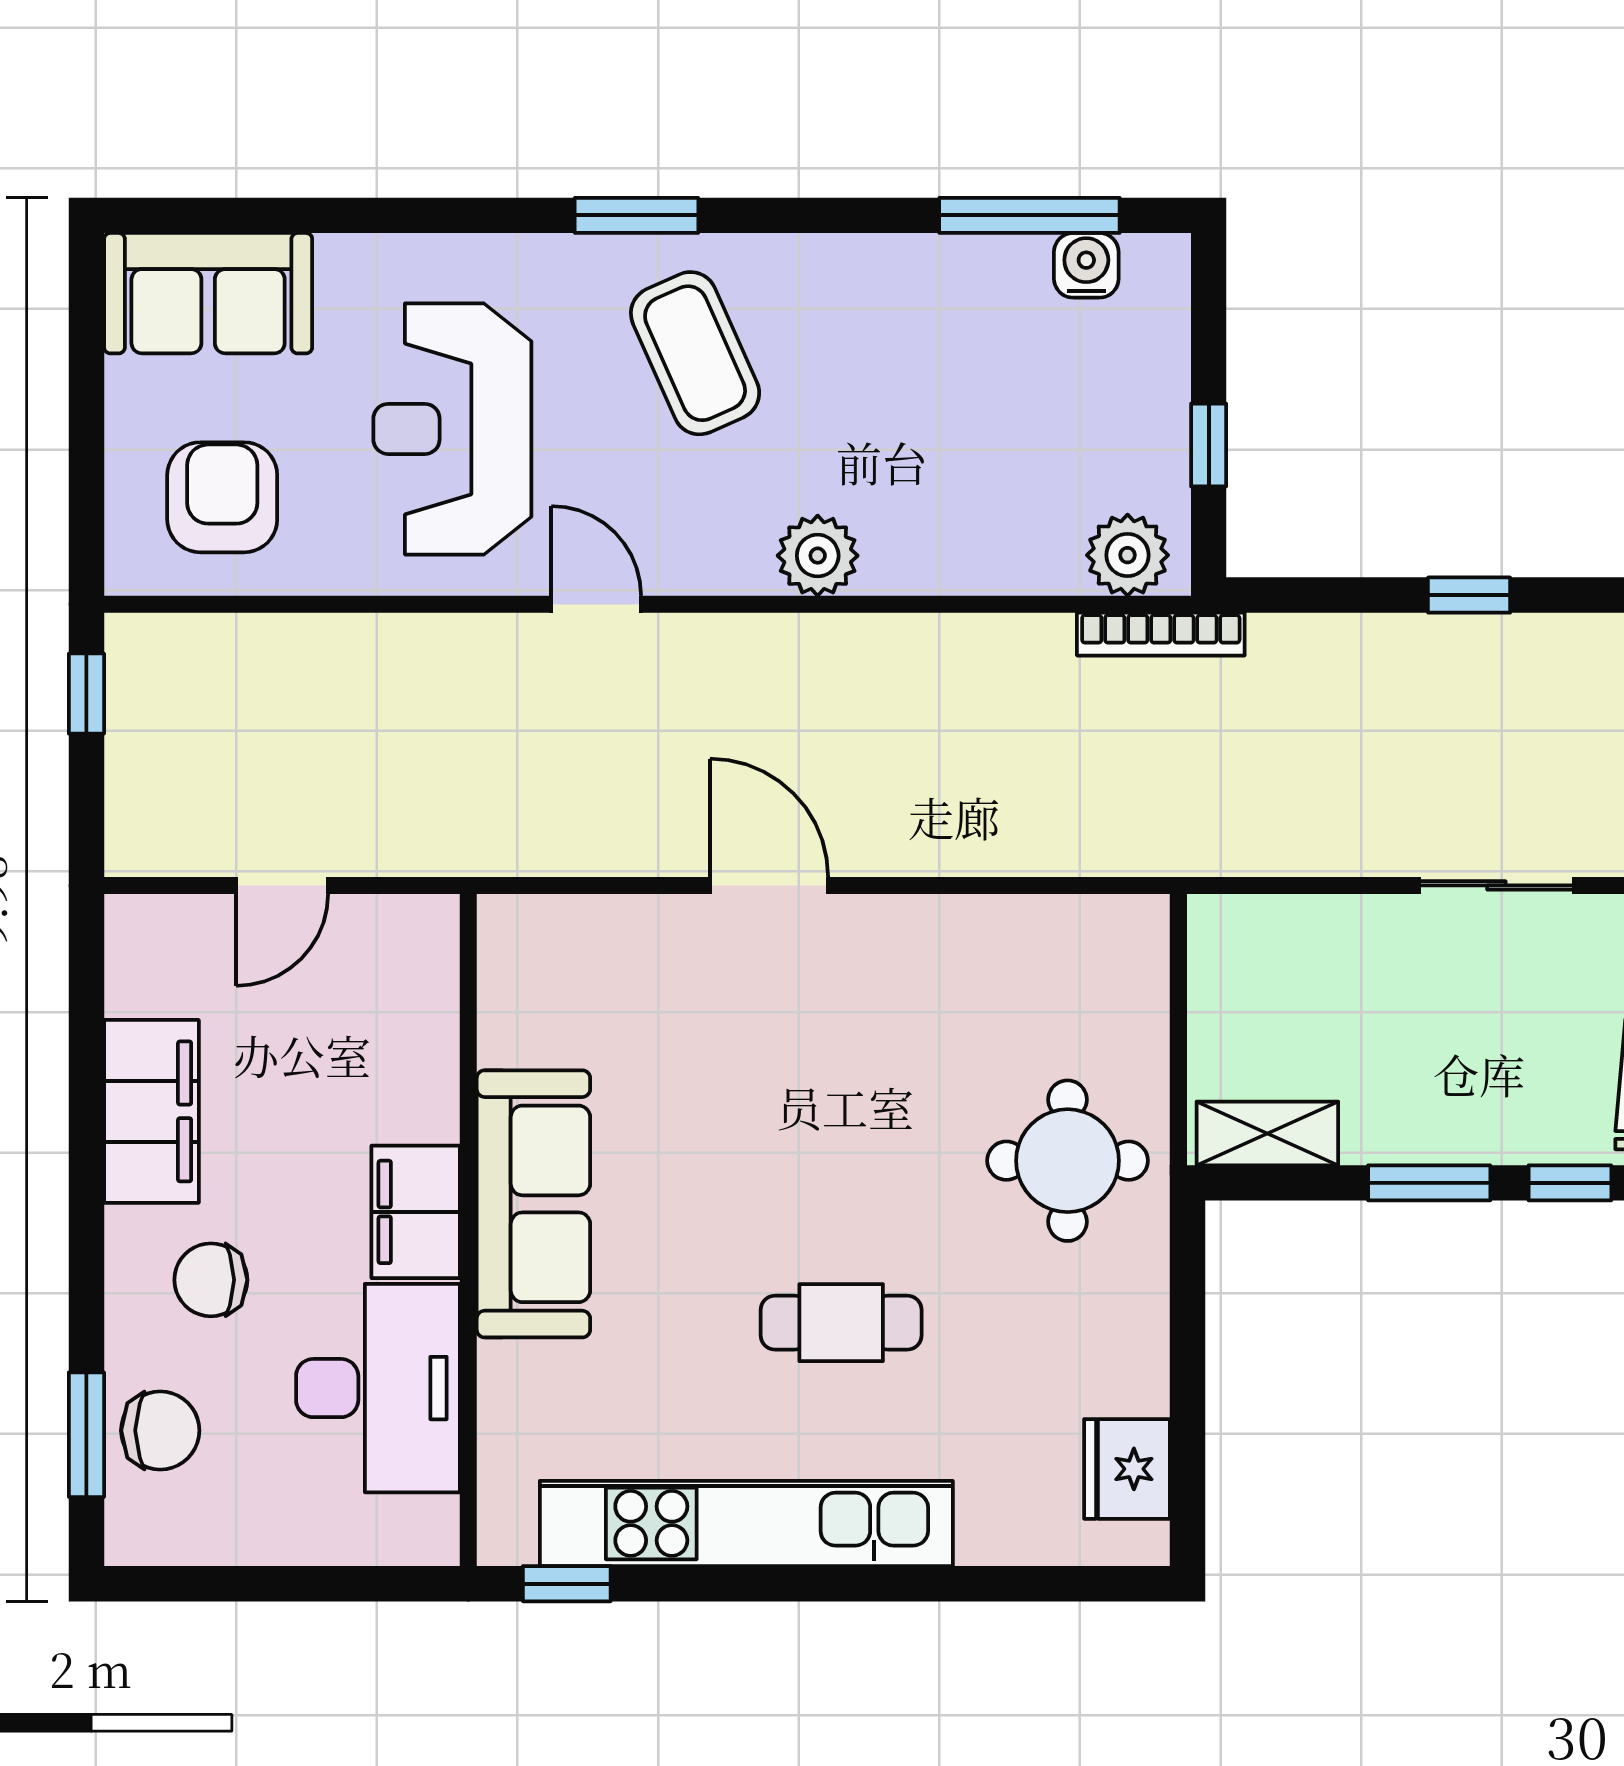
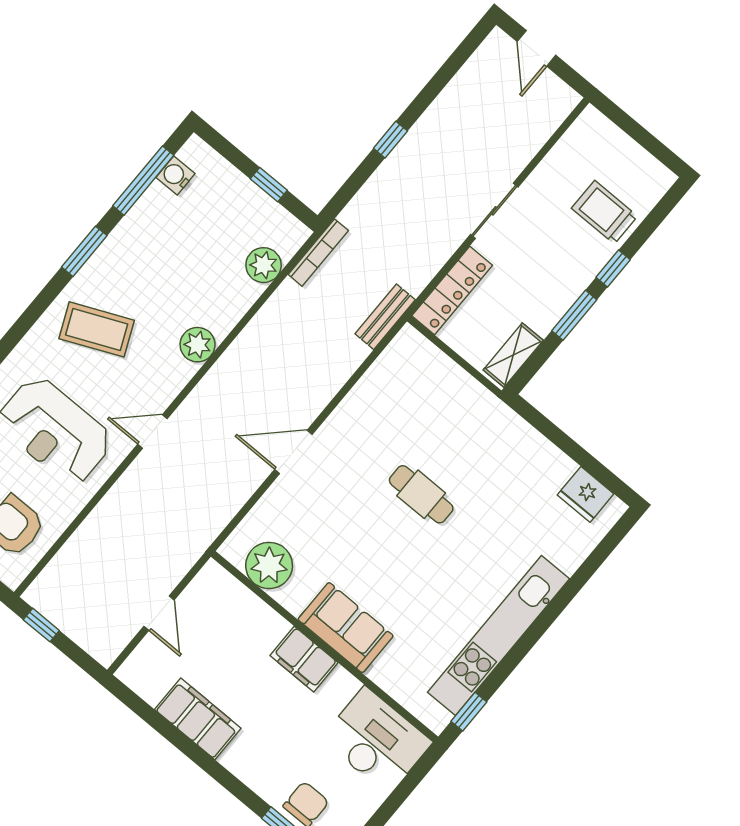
window: (637, 215) -> (84, 251), moved
plant: (1128, 555) -> (264, 265), moved
bench: (1146, 848) -> (385, 317), added
locker: (1292, 929) -> (452, 291), added
plant: (531, 1011) -> (269, 565), added
round table: (1068, 1161) -> (467, 429), removed
sofa: (533, 1204) -> (346, 628), width x0.73
chair: (211, 1280) -> (270, 746), removed
cafe table: (841, 1323) -> (421, 494), moved, turned 90
desk: (378, 1388) -> (376, 741), moved

